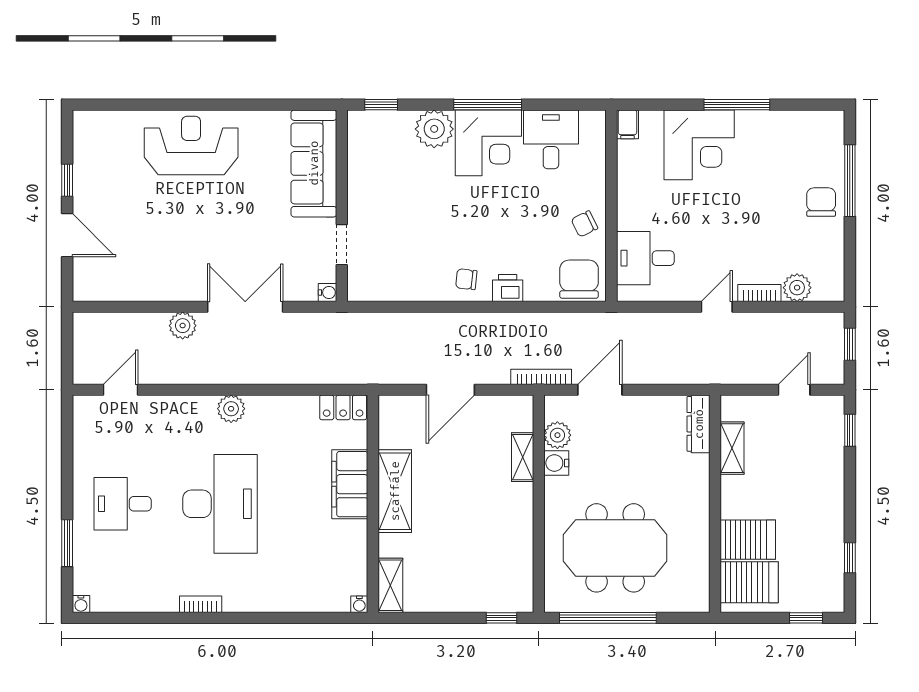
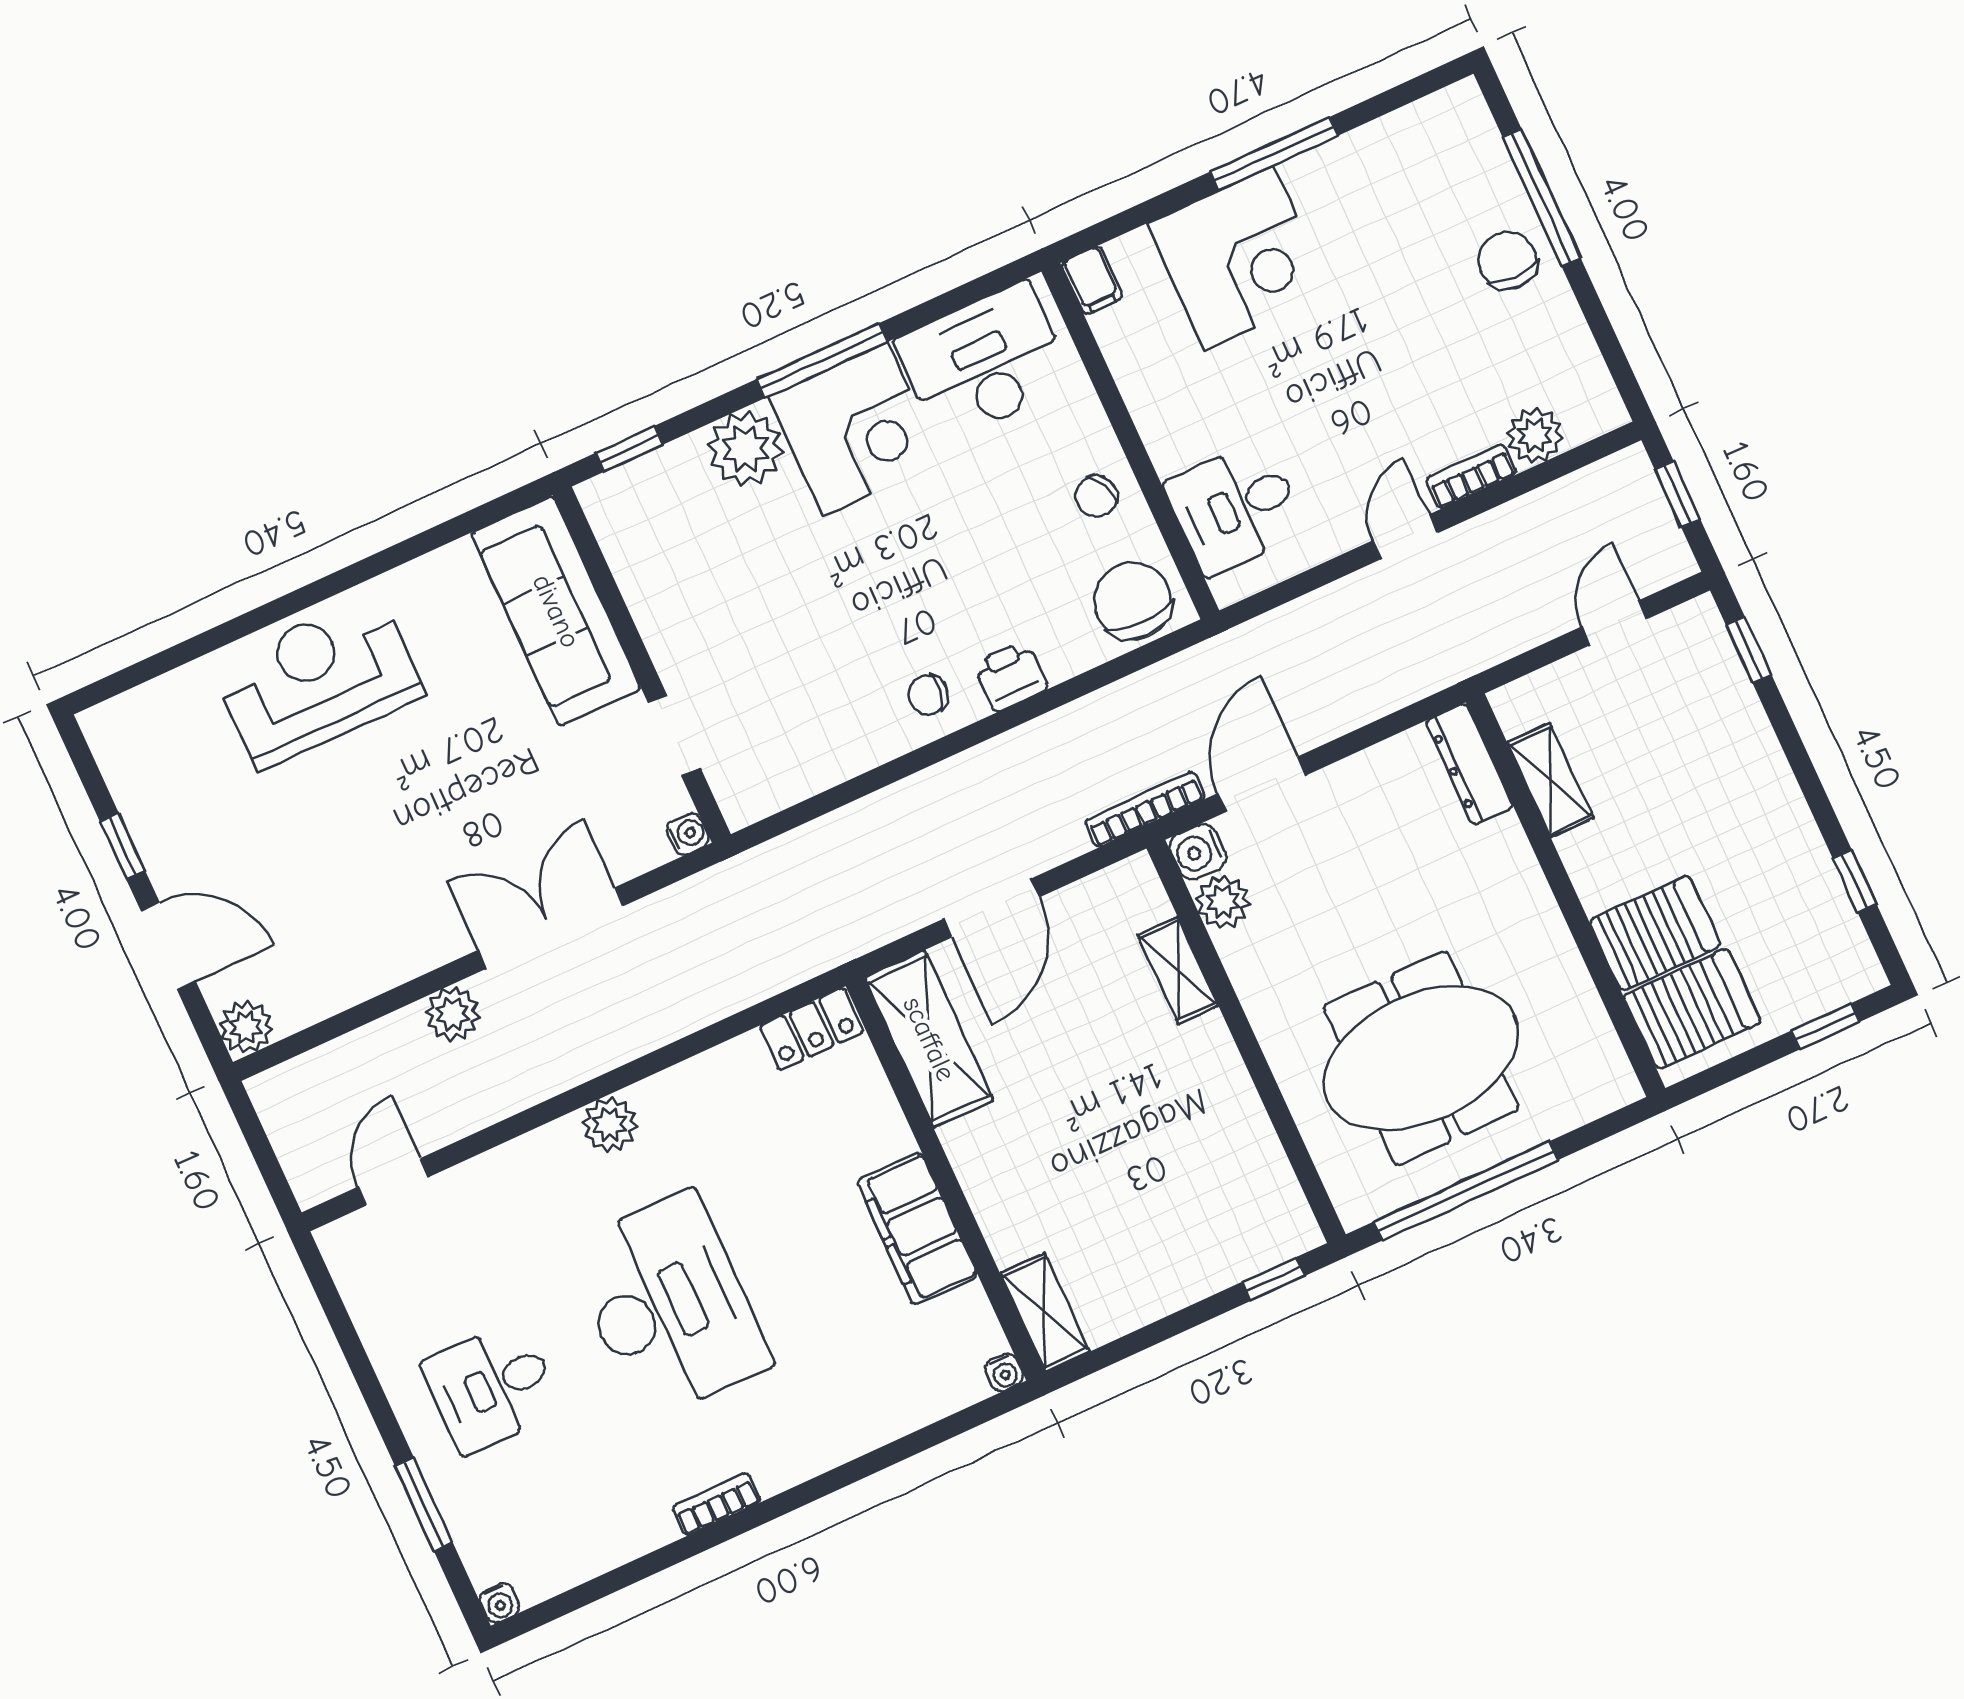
desk: (551, 139) -> (984, 362), width x1.37
plant: (86, 288) -> (246, 1027), added
water cooler: (556, 463) -> (1198, 852), moved
filing cabinet: (350, 484) -> (917, 1229), moved
shelving: (395, 491) -> (929, 1039), moved

